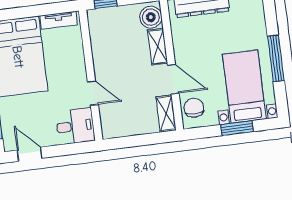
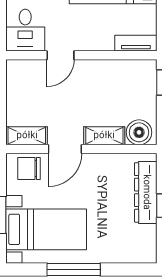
tv unit: (59, 20) -> (136, 43), moved, turned 90
chair: (194, 108) -> (29, 168), turned 180

